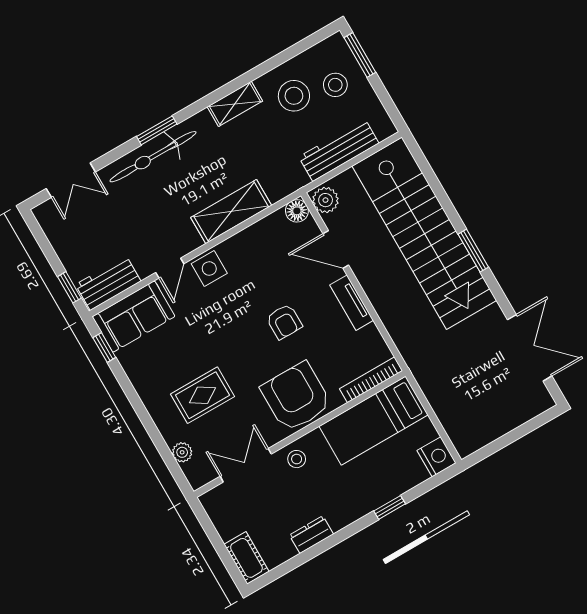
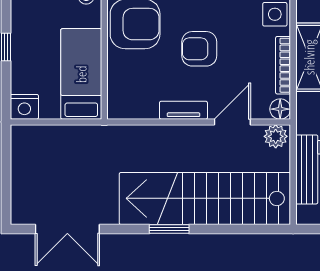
armchair: (284, 322) -> (199, 49), width x1.38, depth x1.38
bookcase: (371, 380) -> (283, 65), moved, turned 180

